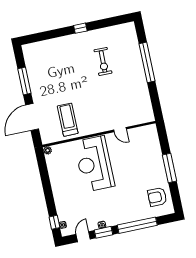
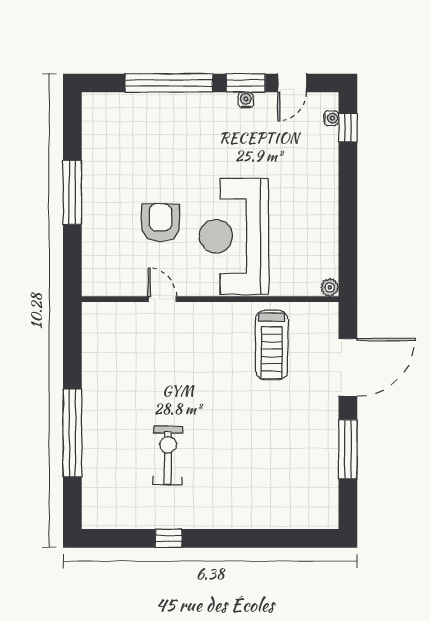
window: (80, 28) -> (169, 538), moved
reception desk: (94, 164) -> (234, 236), turned 180
armchair: (157, 197) -> (161, 223), moved, turned -90

